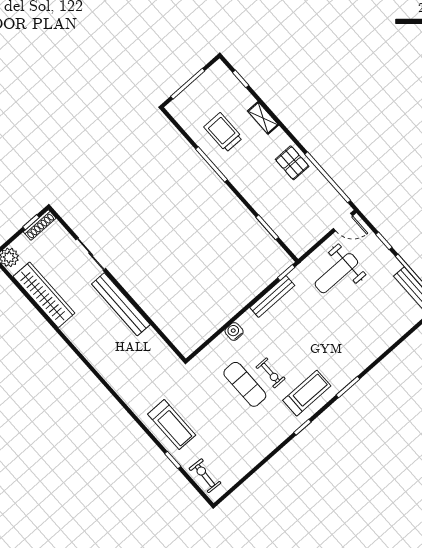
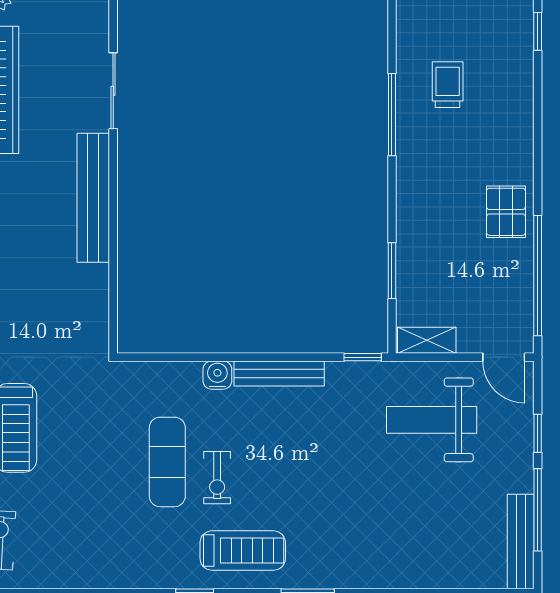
shelving: (263, 118) -> (427, 340), moved, turned 90
trolley: (223, 132) -> (448, 85), width x0.73, depth x0.72
bench: (272, 296) -> (279, 373), moved

